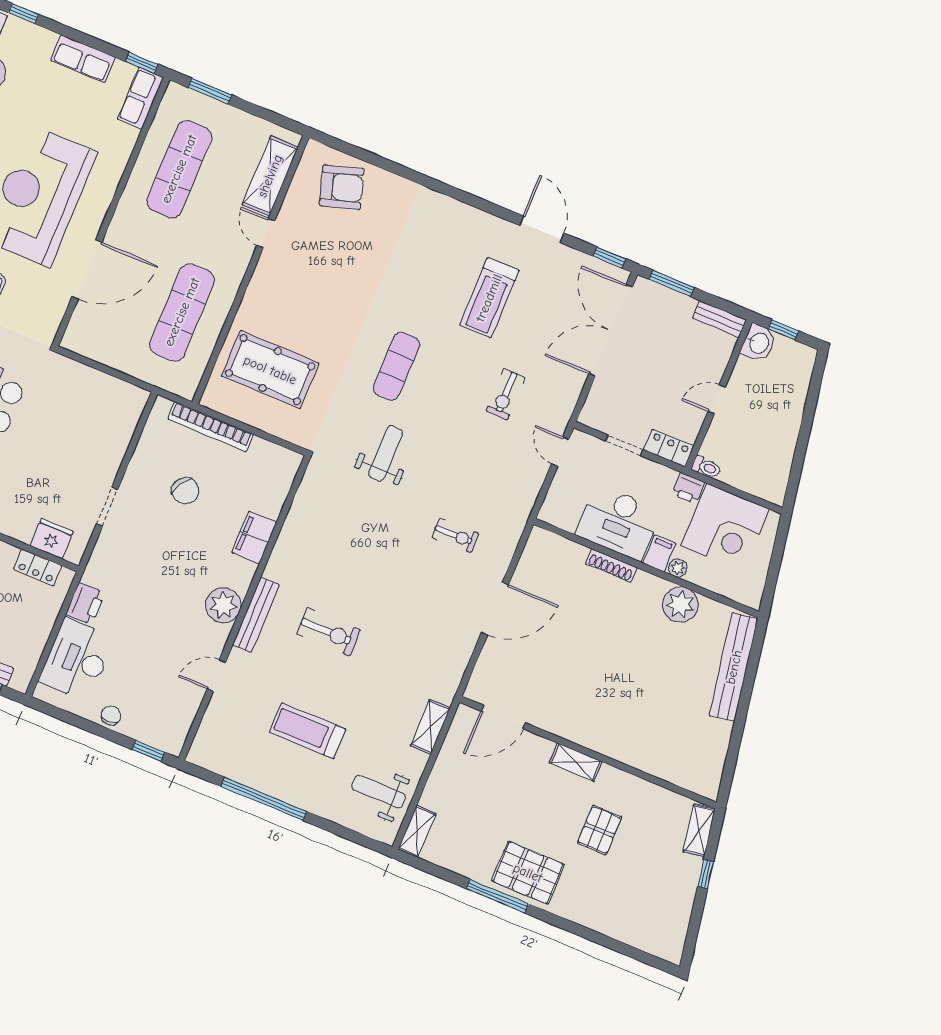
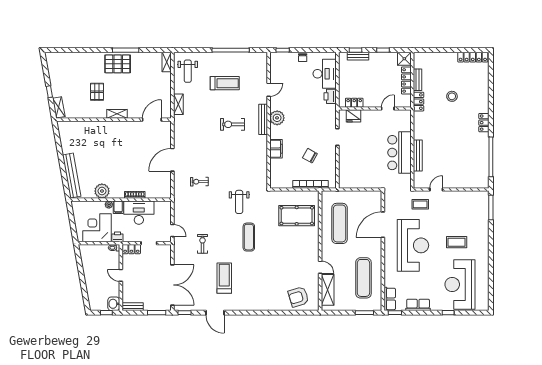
door: (717, 399) -> (121, 275), swing flipped
weight bench: (379, 792) -> (188, 71), turned 90

